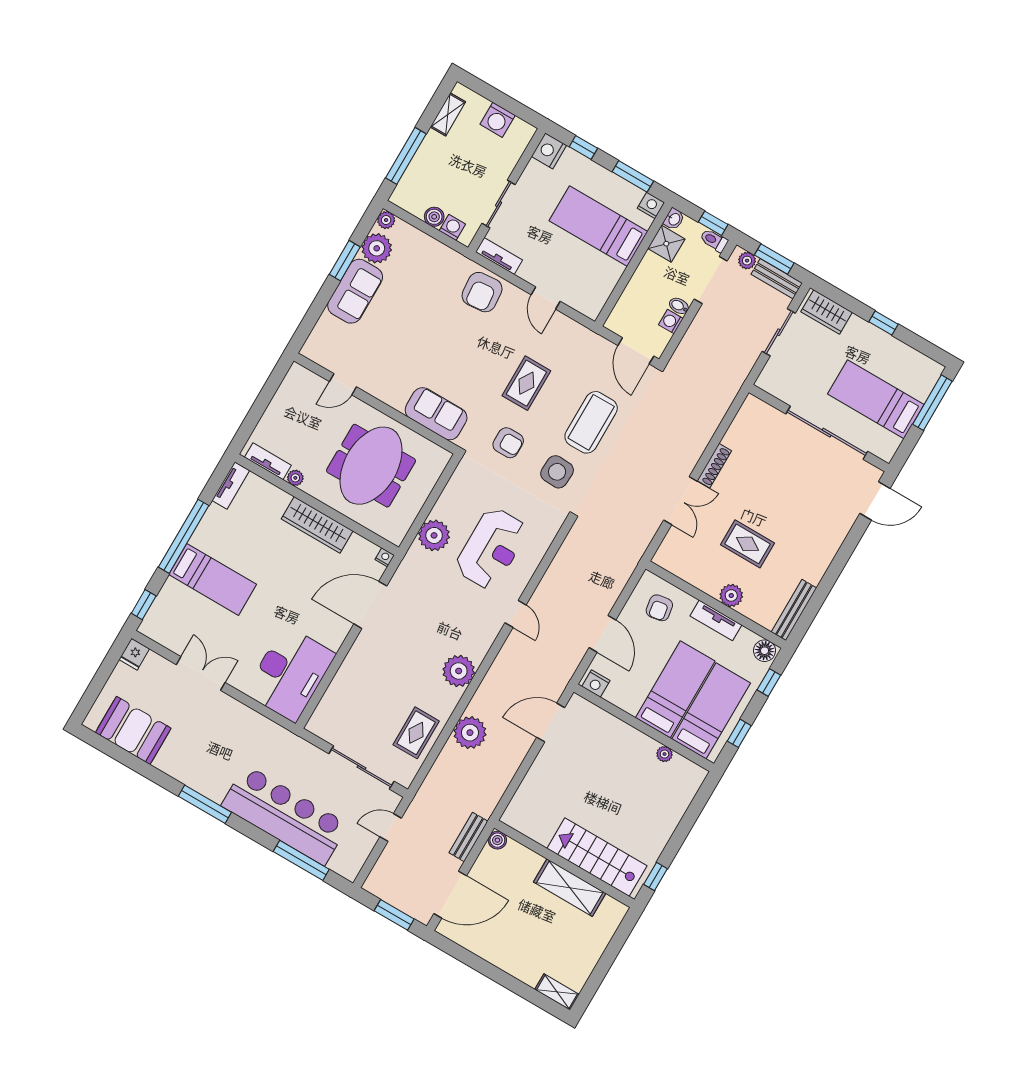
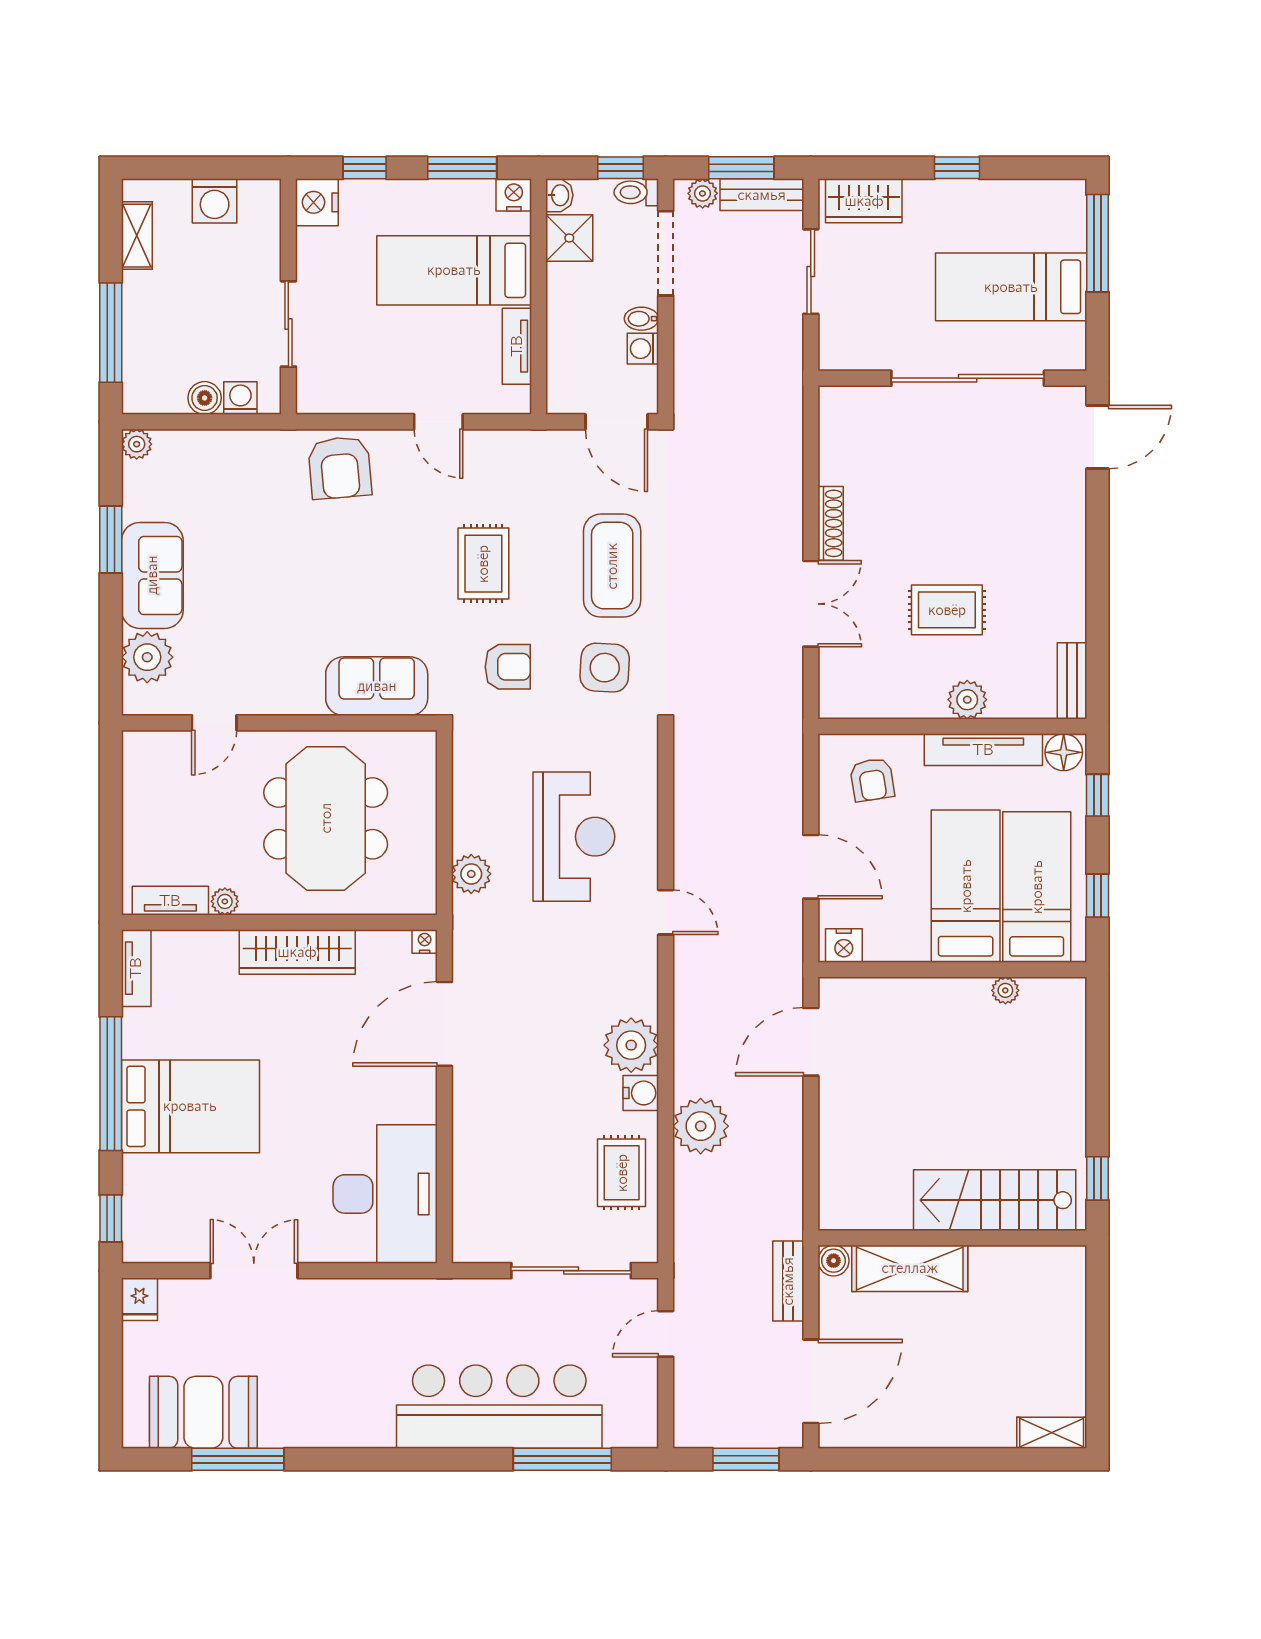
plant: (377, 248) -> (147, 657), moved
tv unit: (499, 256) -> (517, 346), moved, turned -90
plant: (434, 535) -> (471, 874), width x0.73, depth x0.73
bed: (213, 579) -> (190, 1106), width x1.50
bench: (794, 610) -> (1072, 681), width x0.73
tv unit: (716, 620) -> (983, 750), width x1.41
water cooler: (449, 698) -> (641, 1093), added
window: (205, 804) -> (238, 1459), moved
shelving: (570, 888) -> (910, 1268), moved

